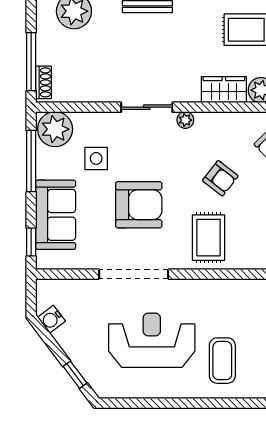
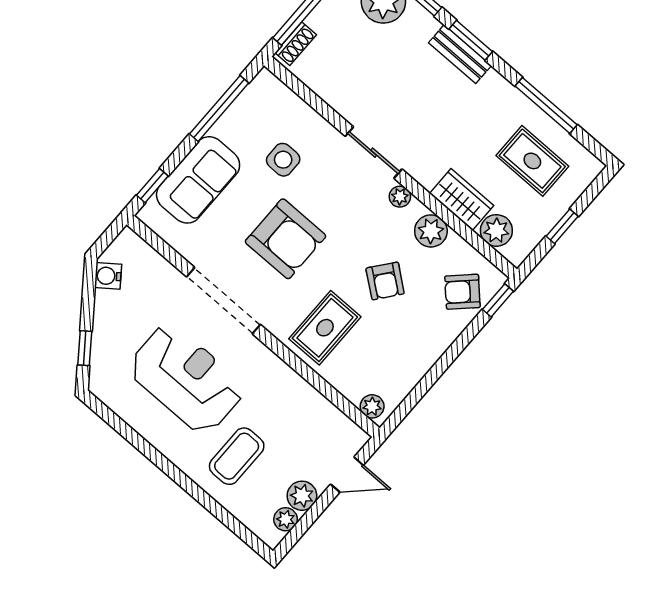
plant: (55, 129) -> (431, 231), moved, width x0.73, depth x0.73

